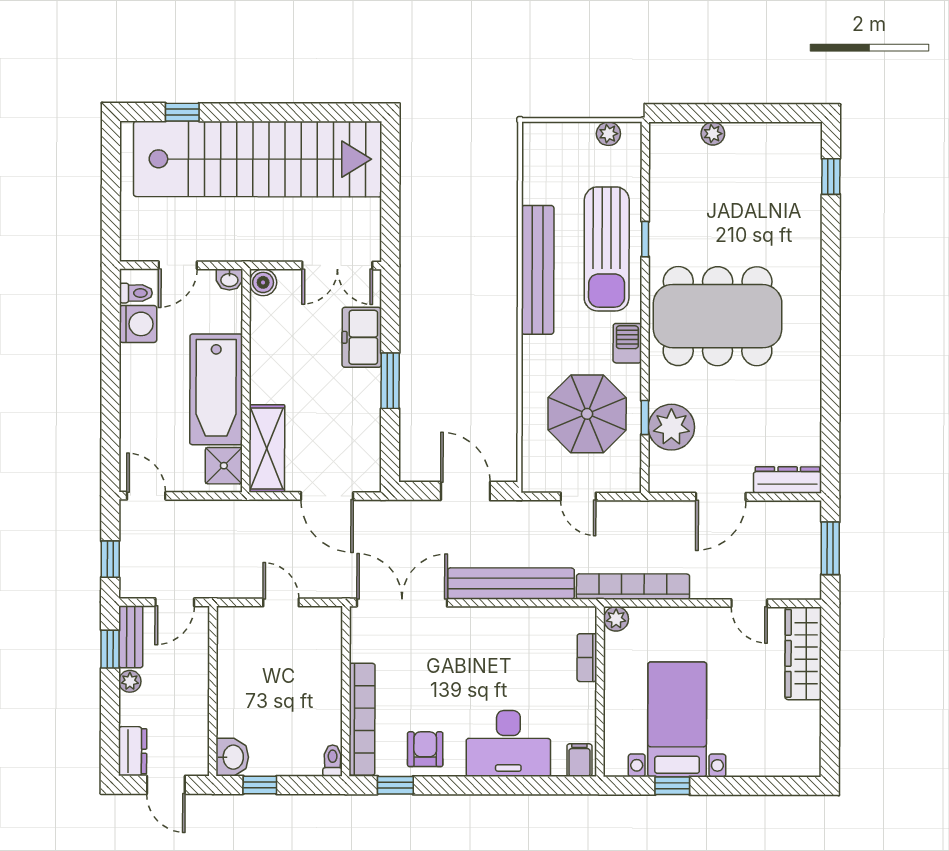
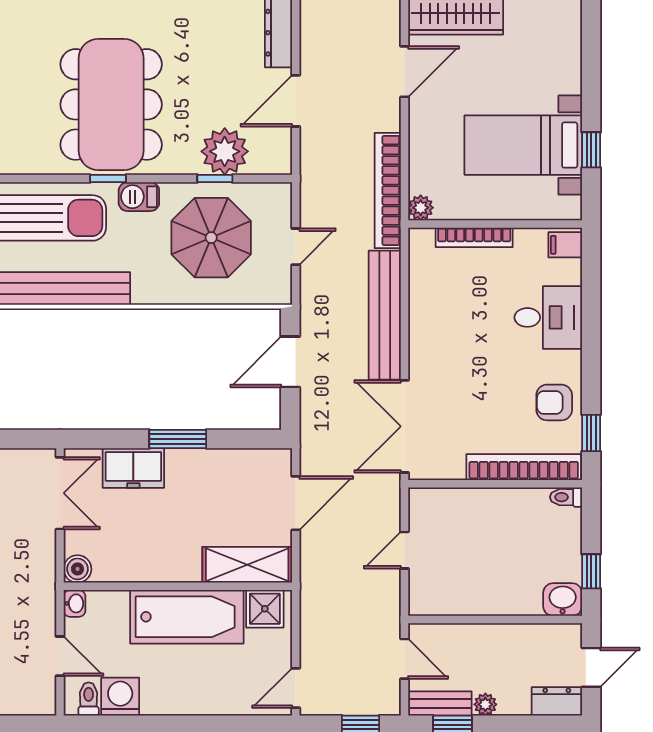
window: (645, 239) -> (108, 179), moved
door: (721, 497) -> (296, 101), swing flipped
door: (749, 603) -> (404, 72), width x1.38
bookcase: (587, 658) -> (474, 237), width x1.56
desk: (508, 744) -> (548, 317), width x0.73

